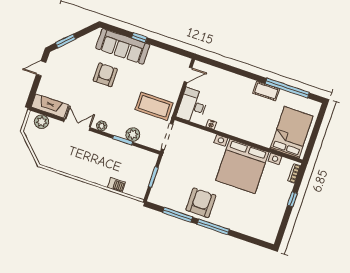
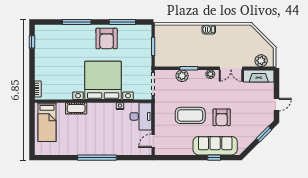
window: (139, 38) -> (214, 158), moved
window: (287, 88) -> (97, 158), moved
cot: (266, 91) -> (76, 108), moved
coffee table: (154, 106) -> (190, 115), moved
bed: (292, 132) -> (47, 122), width x0.67
bed with nightstands: (242, 166) -> (103, 80), moved
barbecue: (116, 185) -> (209, 29), moved
window: (292, 199) -> (32, 42), moved
window: (213, 227) -> (77, 22), moved

